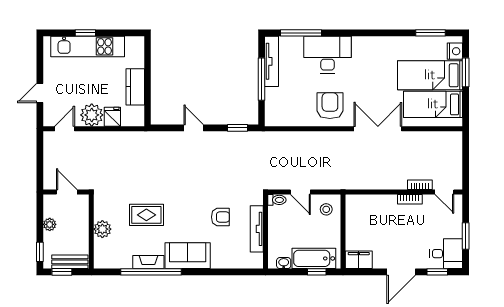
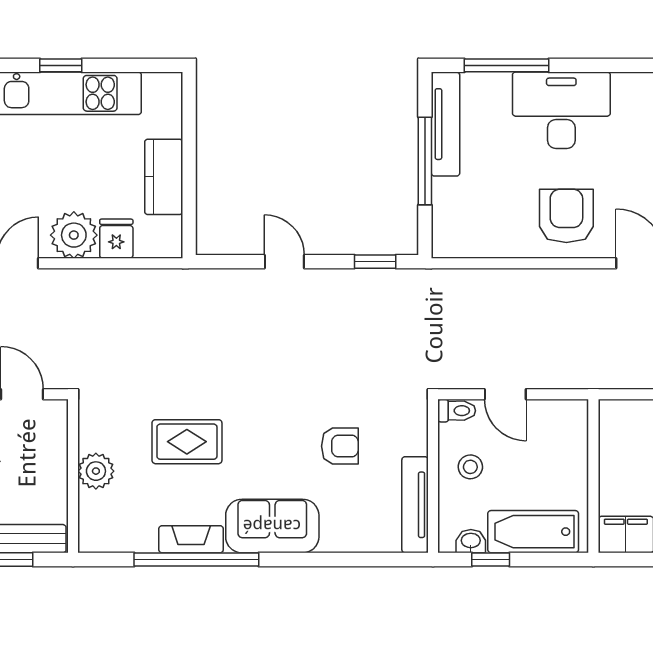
stool: (326, 209) -> (470, 467), moved
tv unit: (257, 229) -> (415, 505), moved
window: (317, 272) -> (491, 559), moved

